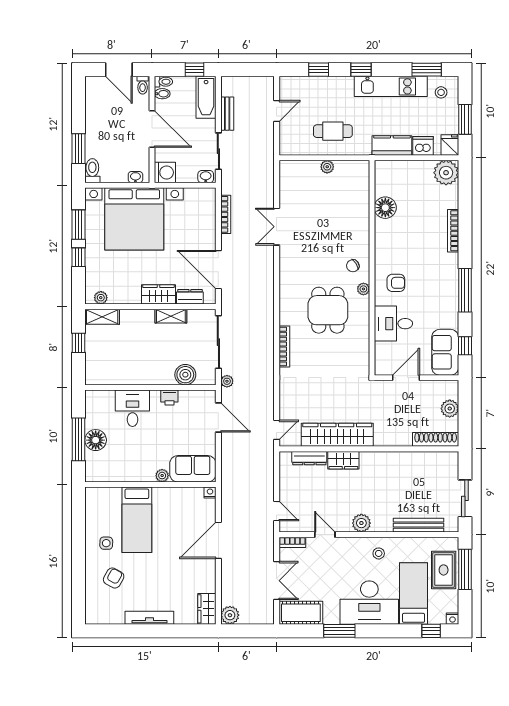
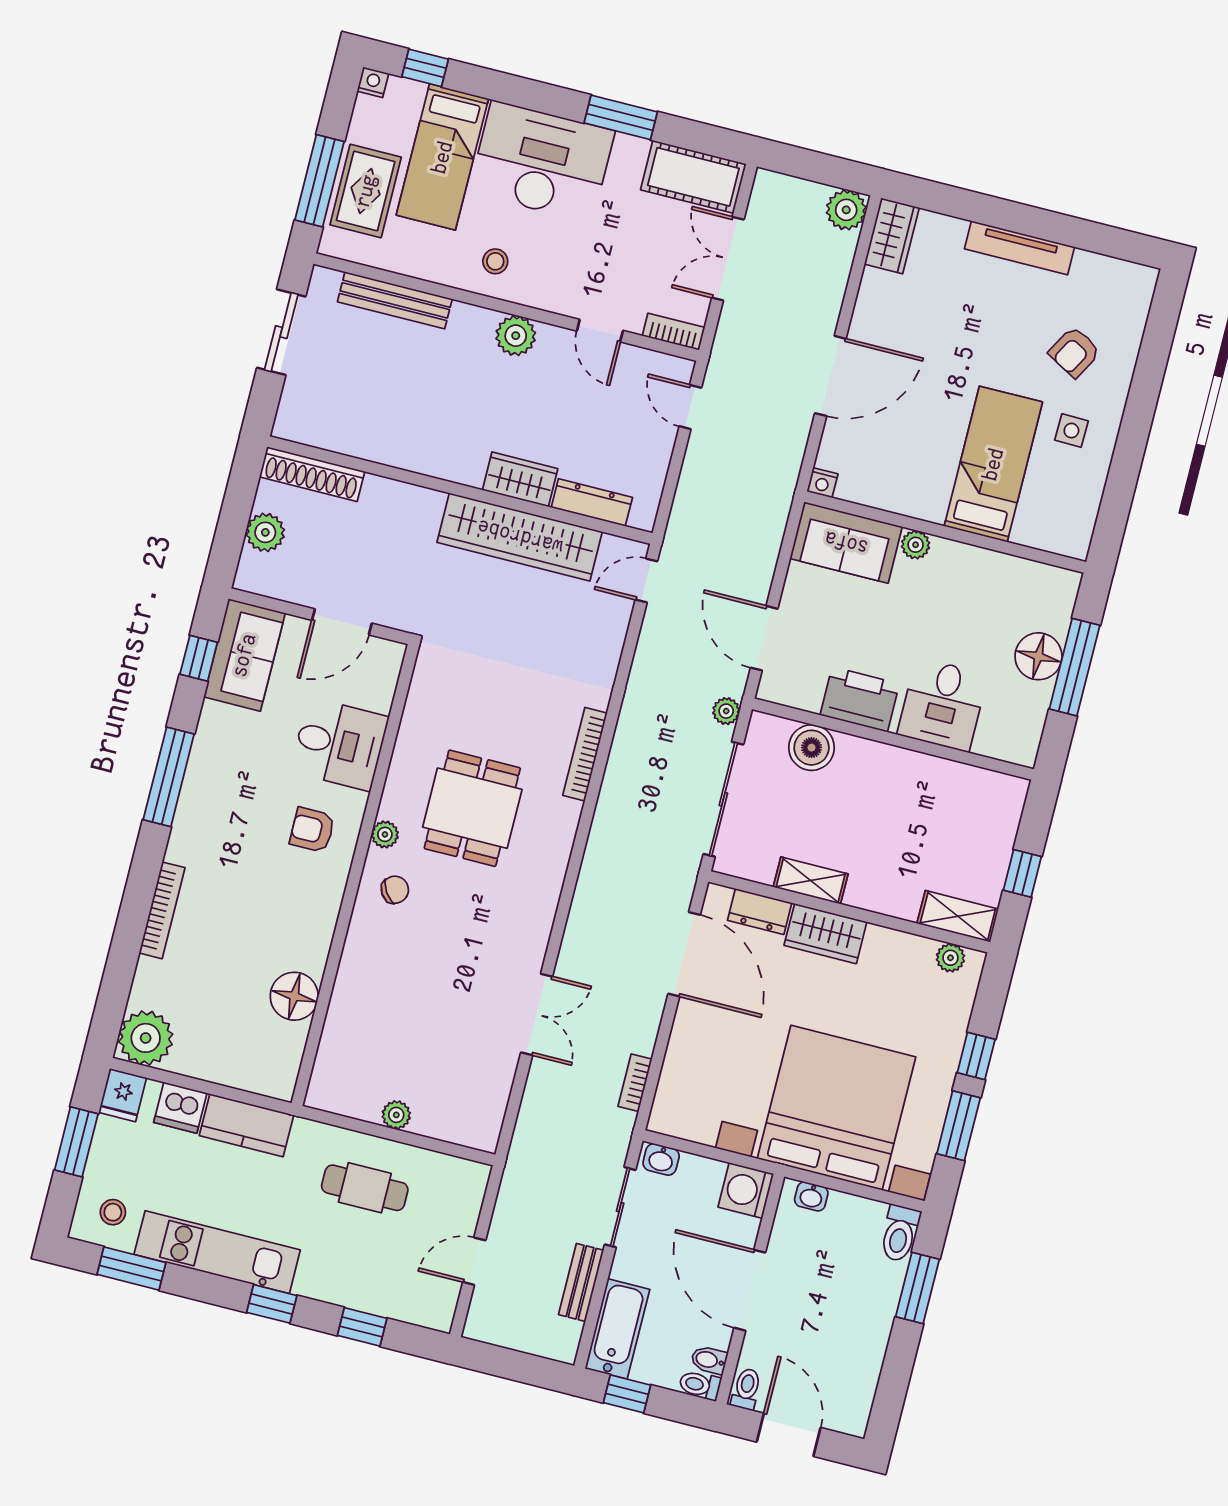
bookcase: (226, 214) -> (635, 1083), width x0.64
printer: (169, 398) -> (860, 699), width x1.87, depth x1.48

